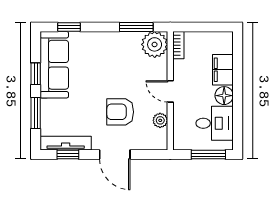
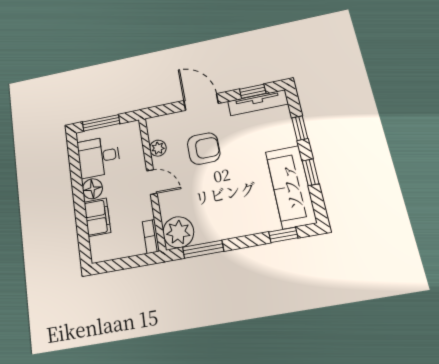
window: (36, 113) -> (300, 128), width x0.67

